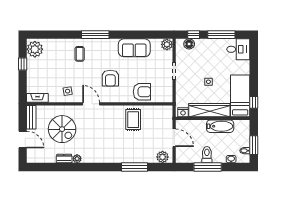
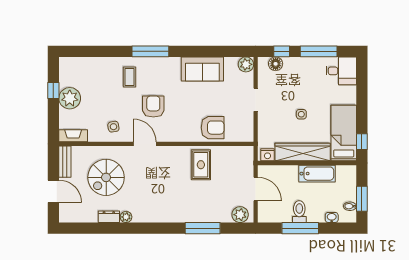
plant: (35, 49) -> (70, 98), moved
armchair: (110, 78) -> (153, 106), moved, turned 180
spiral stairs: (62, 129) -> (106, 177), turned 90

